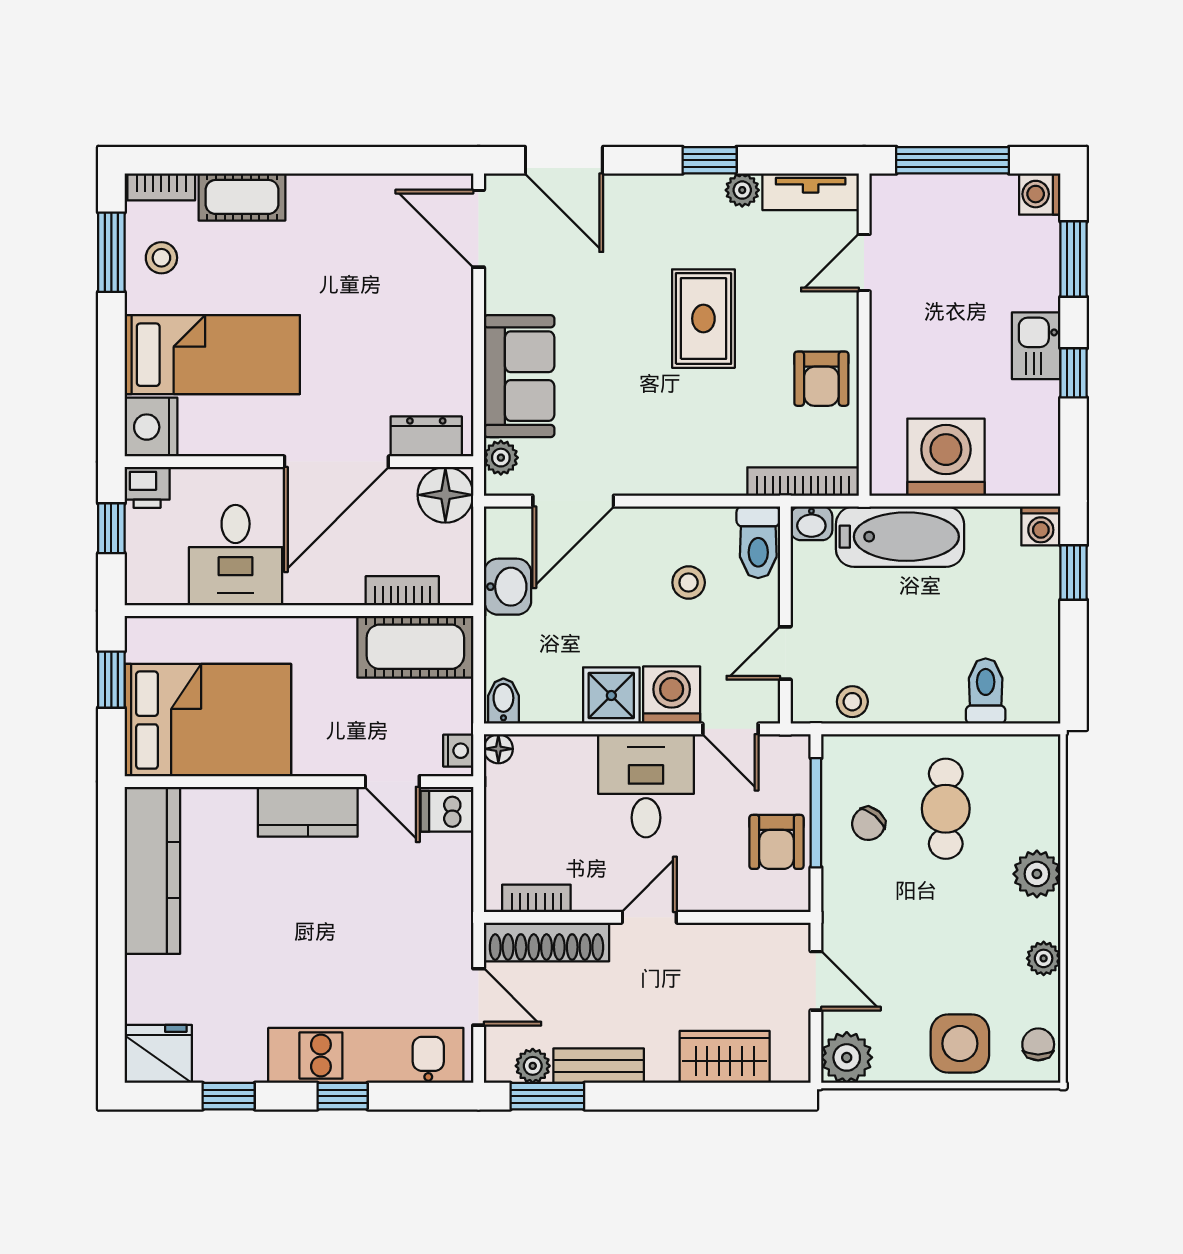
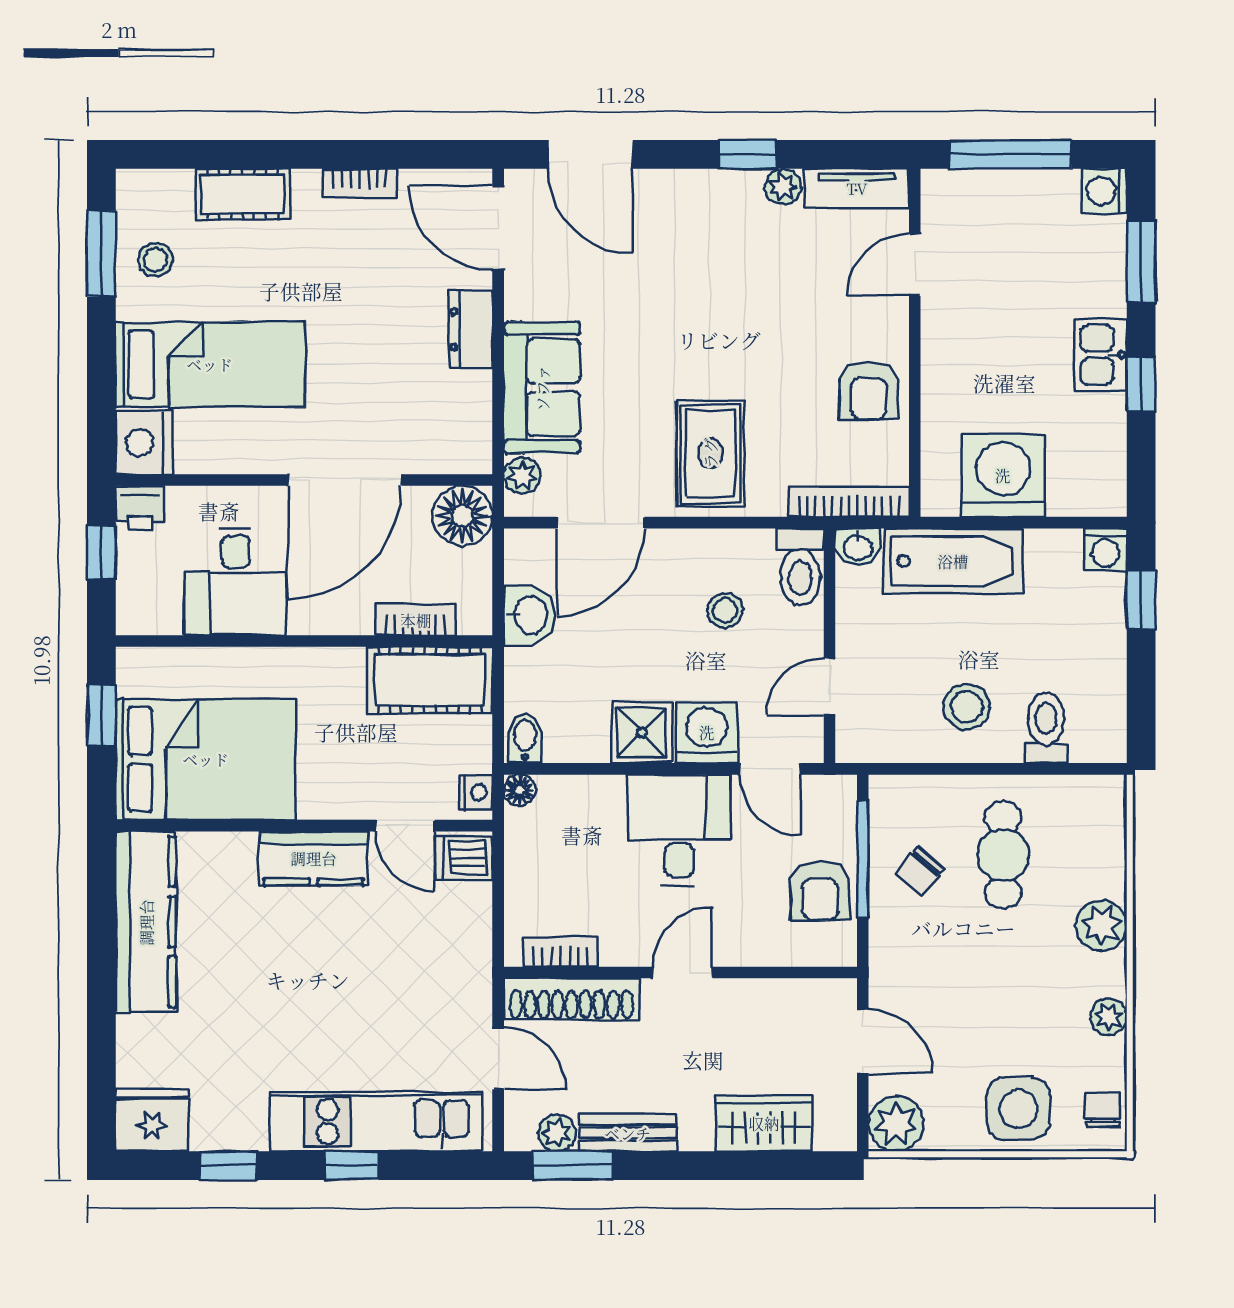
bookcase: (161, 187) -> (359, 183), moved
rug: (703, 319) -> (710, 453), moved
dresser: (426, 436) -> (471, 329), moved, turned -90
stool: (852, 702) -> (967, 707), moved, width x1.37, depth x1.37

